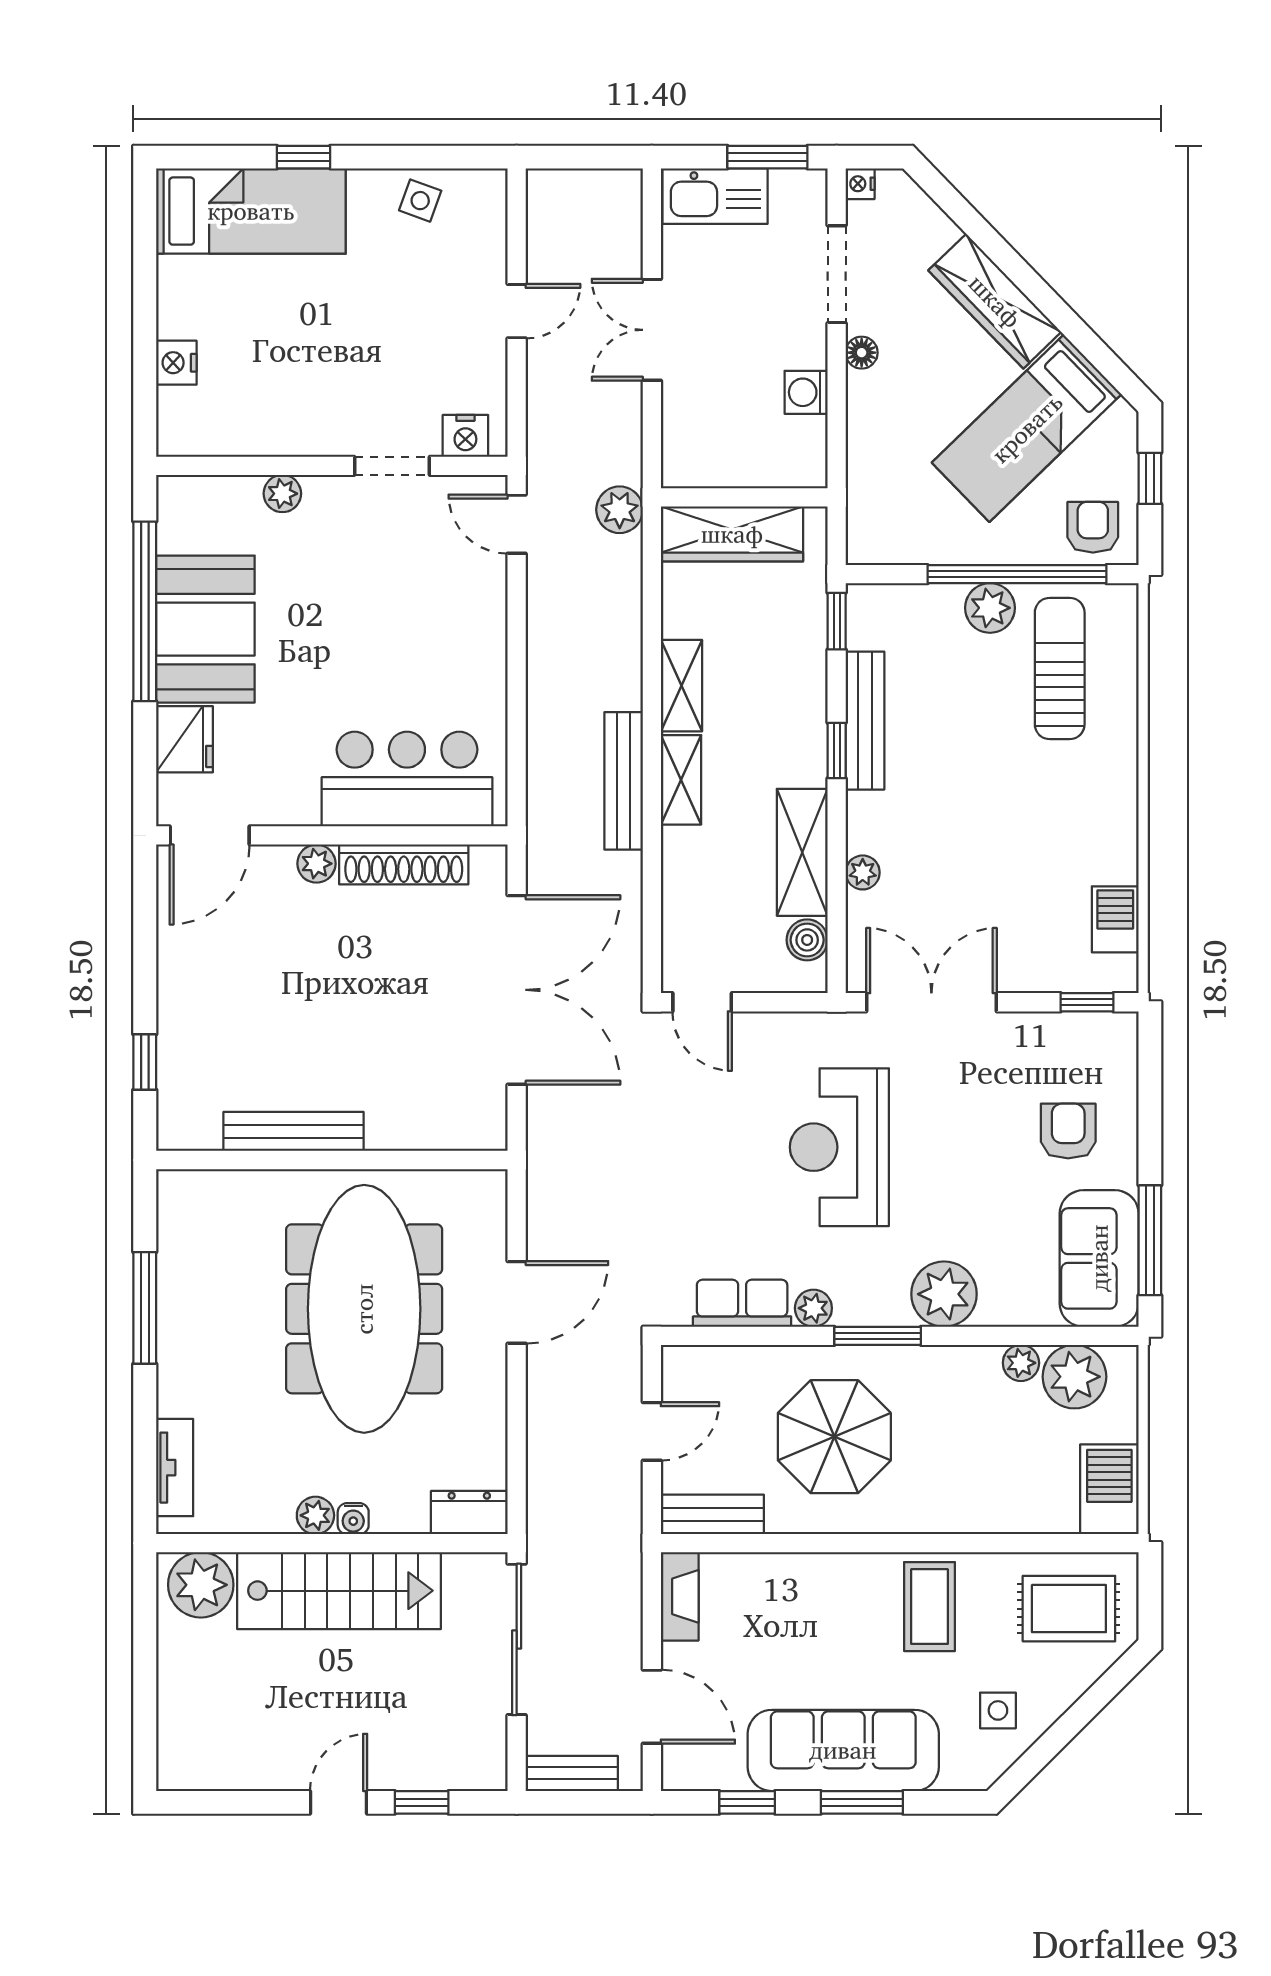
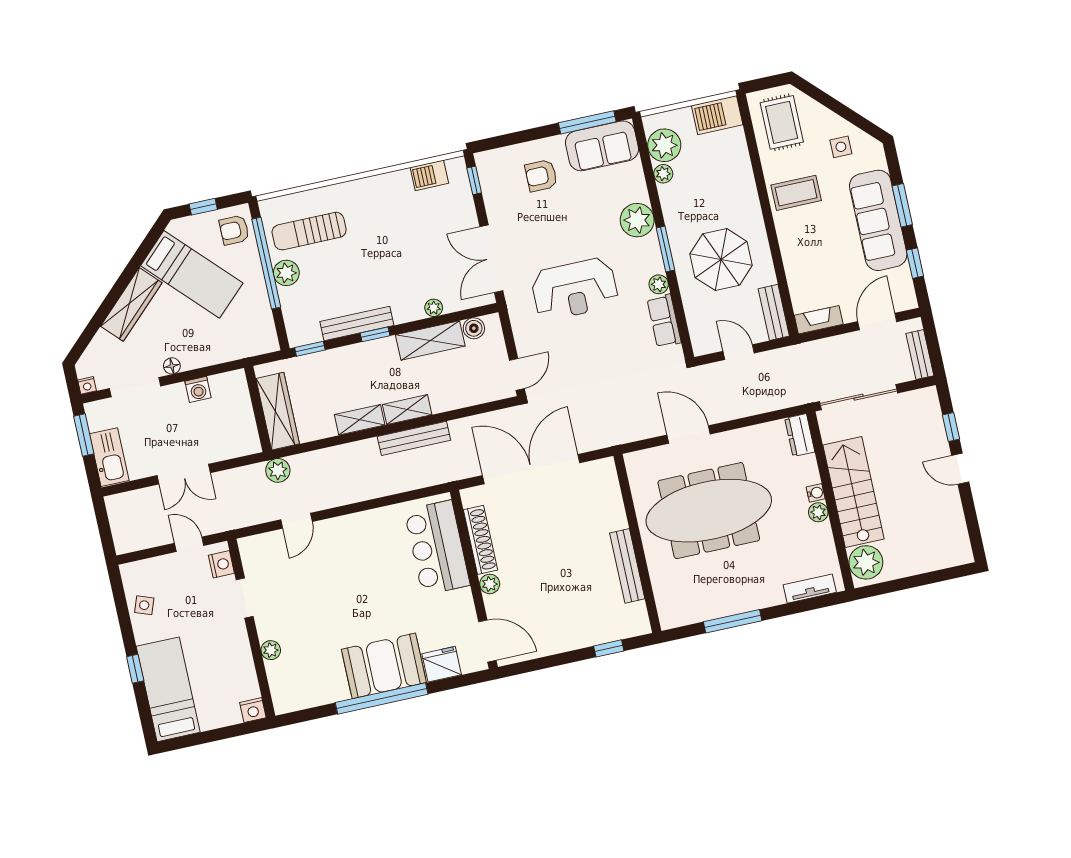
nightstand: (465, 436) -> (221, 564), moved
wall: (332, 466) -> (251, 628), moved
doorway: (392, 466) -> (245, 598), moved
plant: (282, 494) -> (271, 650), moved

